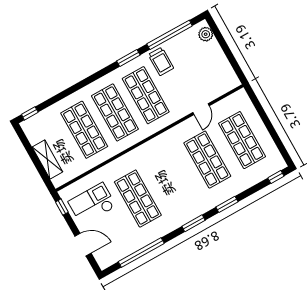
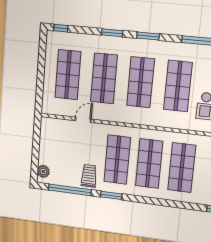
shop shelf: (173, 179) -> (141, 82), added

